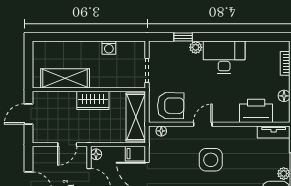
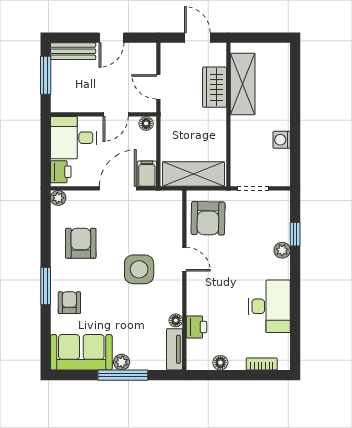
desk: (224, 57) -> (269, 306), moved
wardrobe: (93, 100) -> (215, 87), moved
printer: (256, 111) -> (196, 327), width x0.53, depth x0.68
floor lamp: (161, 131) -> (176, 320), moved

